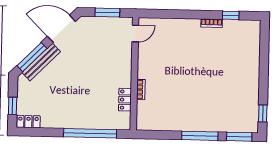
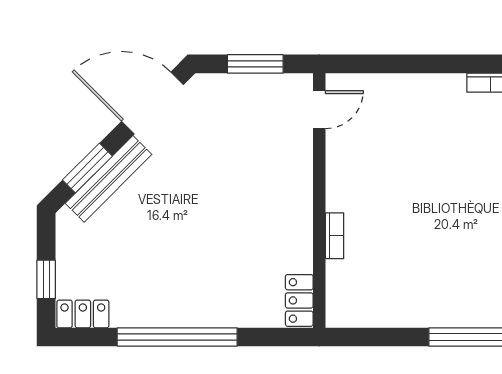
window: (32, 57) -> (87, 168), width x0.69
locker: (125, 100) -> (299, 300), moved
window: (90, 133) -> (177, 337), moved

